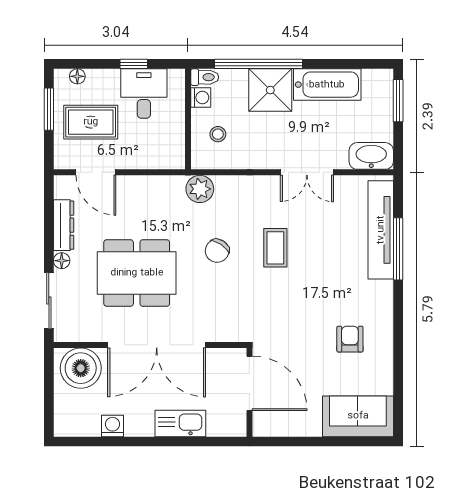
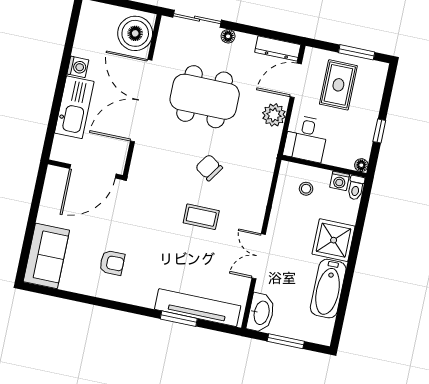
window: (258, 64) -> (357, 235), removed
floor lamp: (77, 76) -> (361, 165), moved
desk: (144, 94) -> (306, 139), moved, turned 90
window: (398, 101) -> (286, 341), moved
plant: (200, 189) -> (274, 115), moved
dresser: (64, 225) -> (278, 48), moved
window: (398, 249) -> (179, 319), width x0.69
dining table: (137, 273) -> (205, 97), turned 90
kitchen sink: (180, 423) -> (74, 107), width x1.36, depth x1.24
washing machine: (113, 426) -> (78, 67), moved

